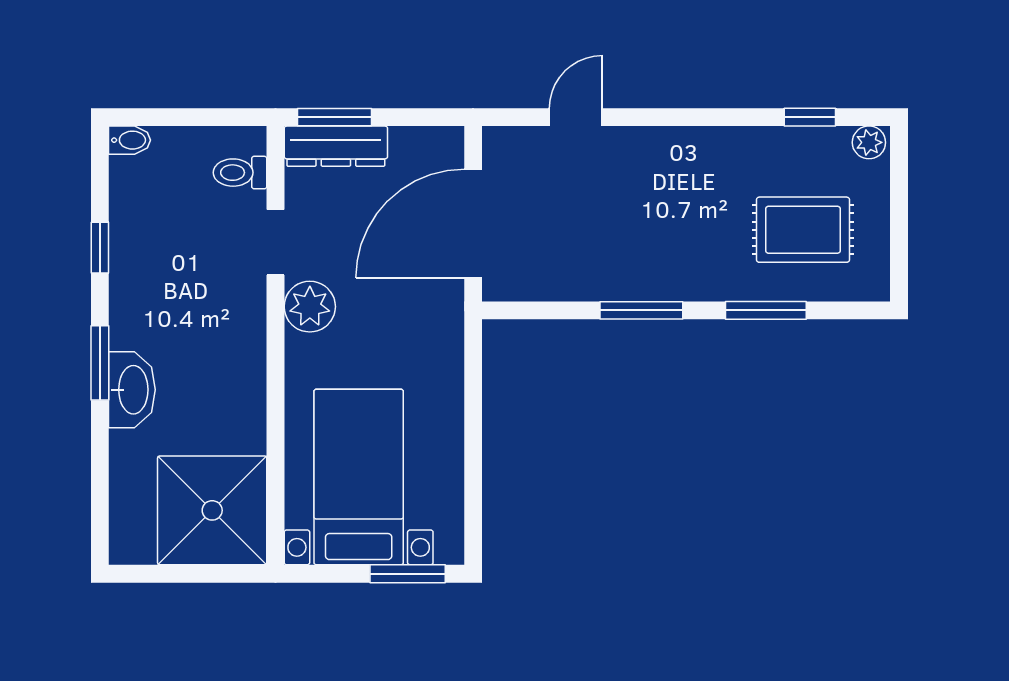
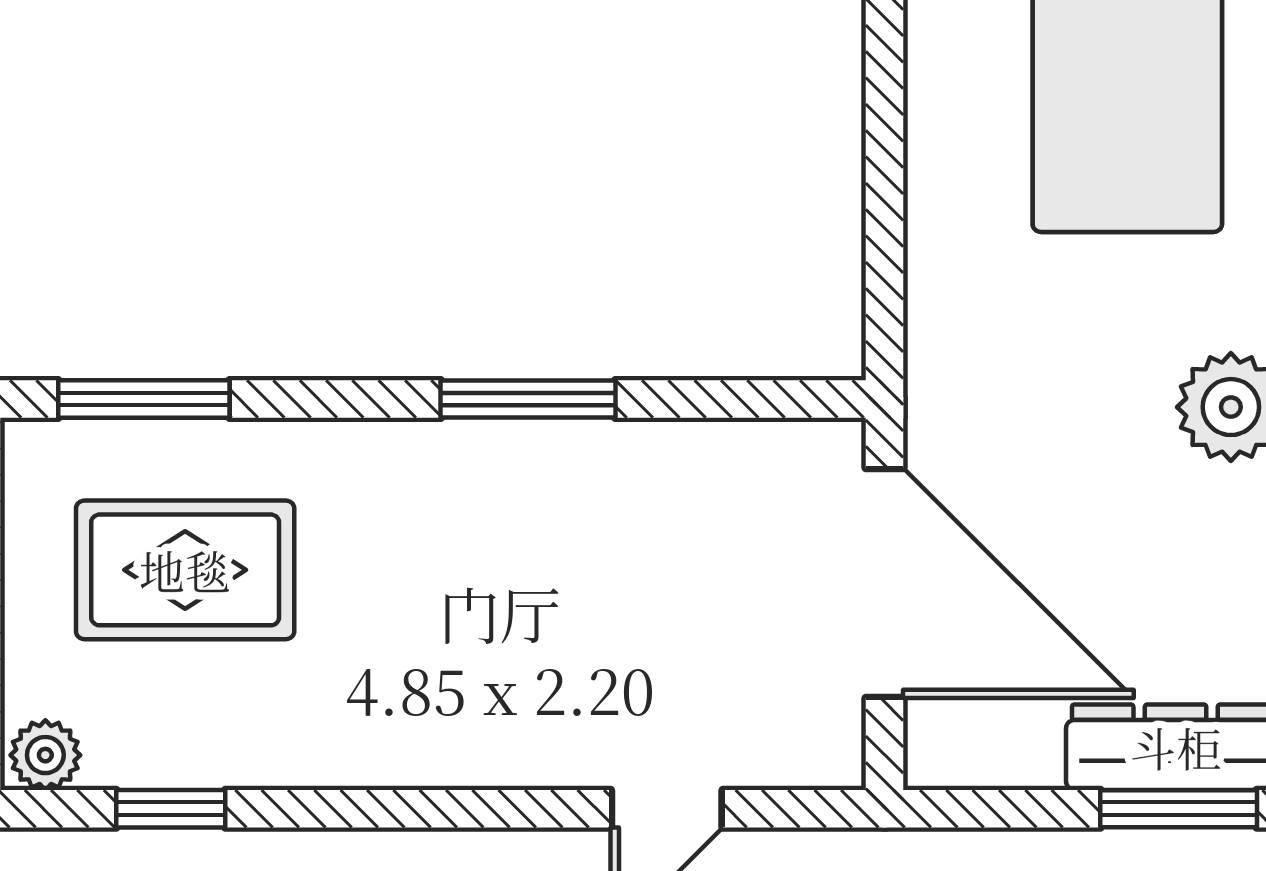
door: (473, 224) -> (885, 583), hinge flipped
window: (766, 310) -> (144, 399), moved

